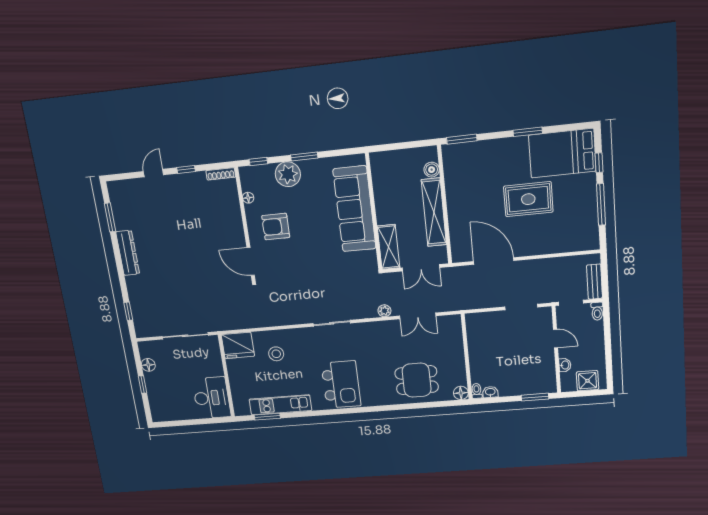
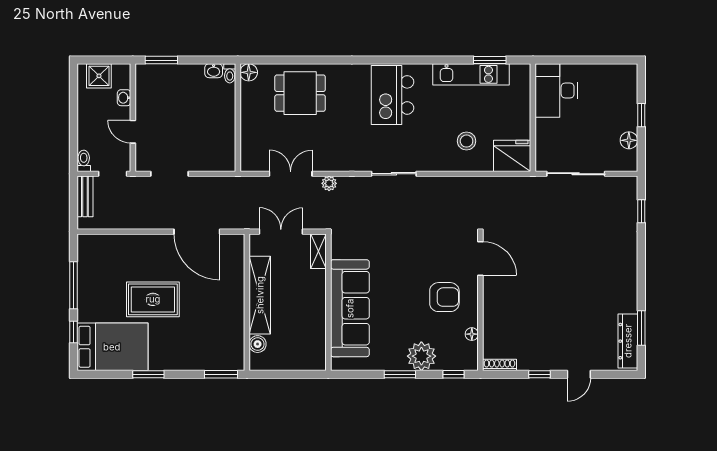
shelving: (389, 247) -> (318, 251), width x0.67, depth x0.75
dresser: (128, 253) -> (628, 341), moved

